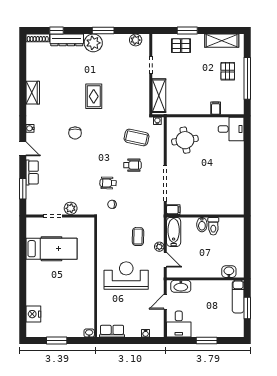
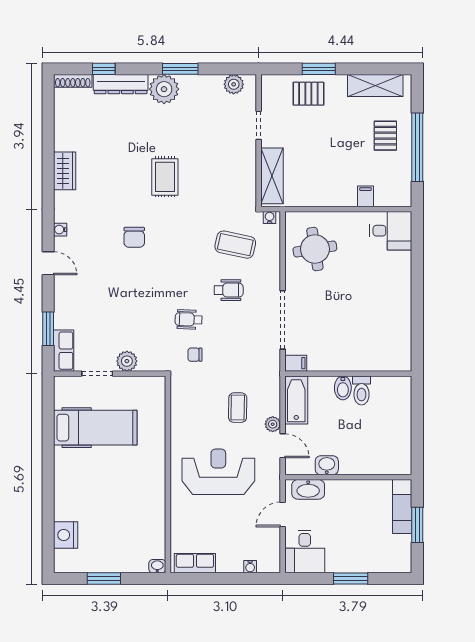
row of seats: (32, 172) -> (64, 351), moved
washbasin: (229, 272) -> (327, 465), moved

